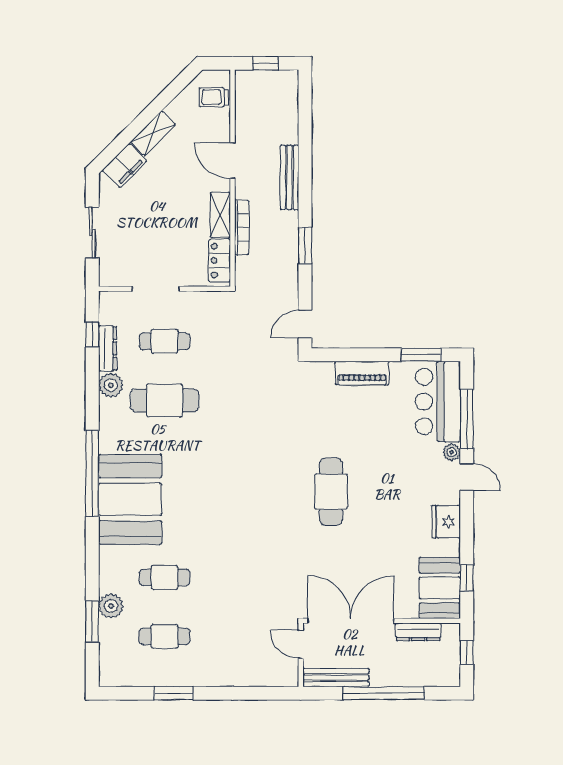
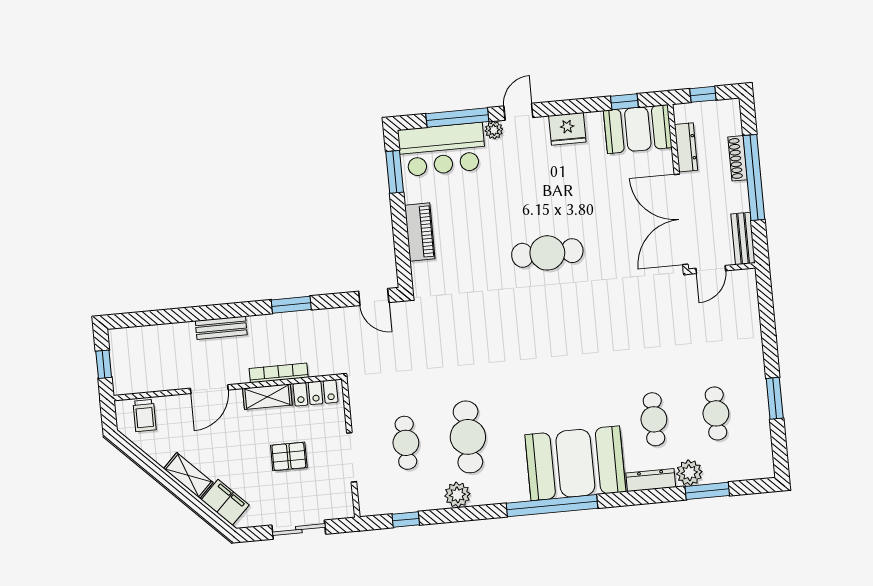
bench: (289, 177) -> (221, 328), width x0.73
pallet: (162, 230) -> (289, 456), added
dresser: (108, 348) -> (651, 480), moved
bench: (336, 678) -> (743, 239), width x0.73
shoe rack: (403, 680) -> (738, 158), added

